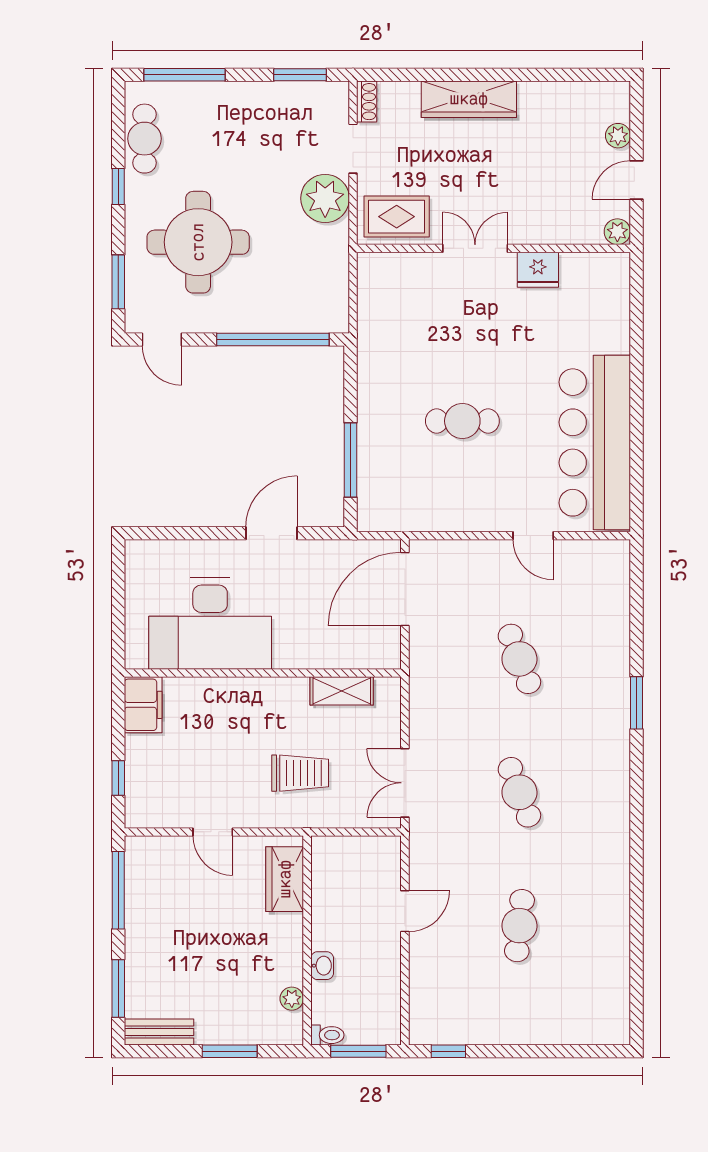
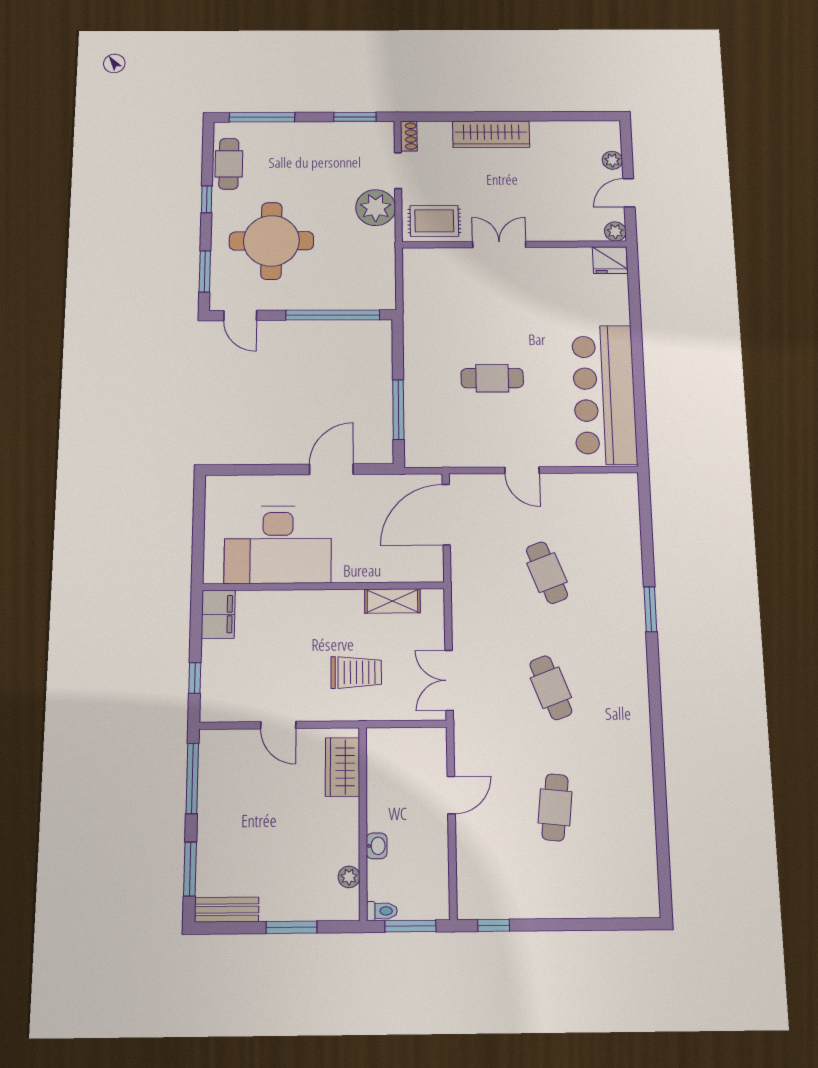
fridge: (538, 270) -> (610, 260), moved
door: (533, 536) -> (522, 470), moved

